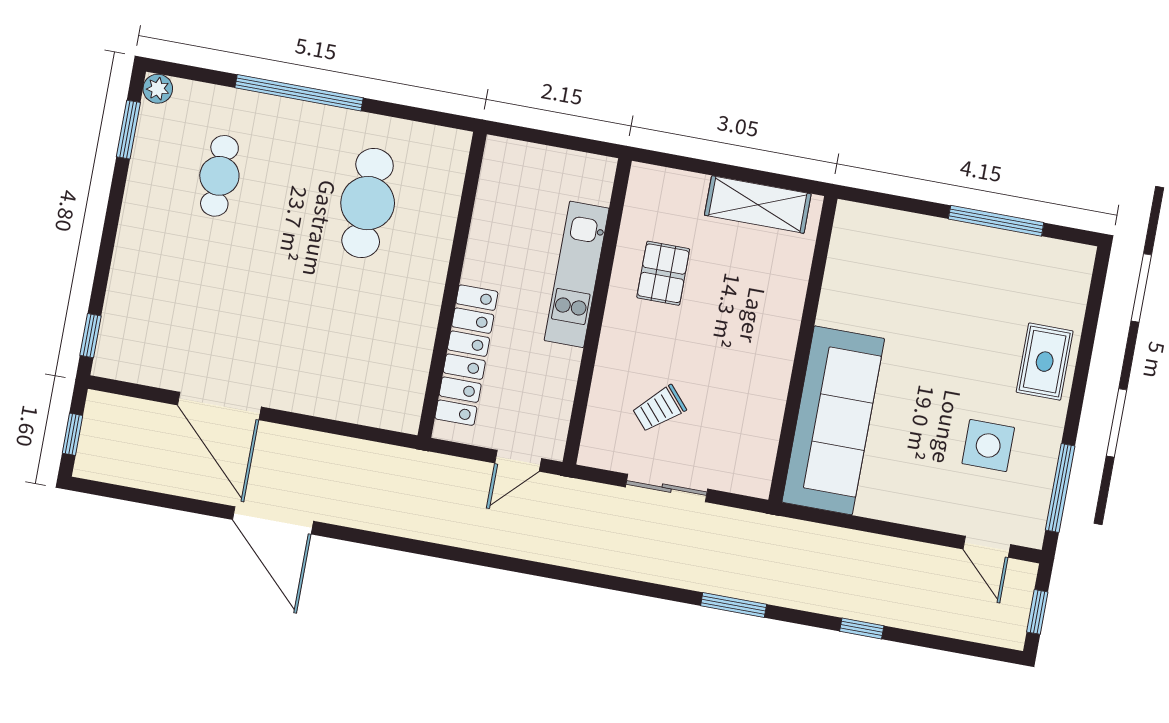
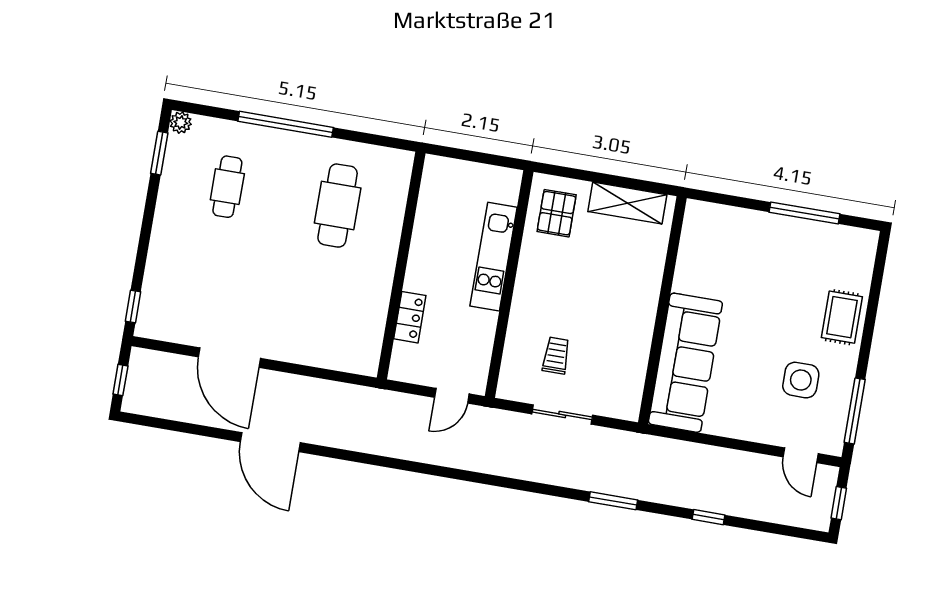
pallet: (663, 273) -> (557, 213), moved
locker: (466, 355) -> (410, 317), width x0.46, depth x0.83
trolley: (659, 409) -> (556, 356), turned 131

